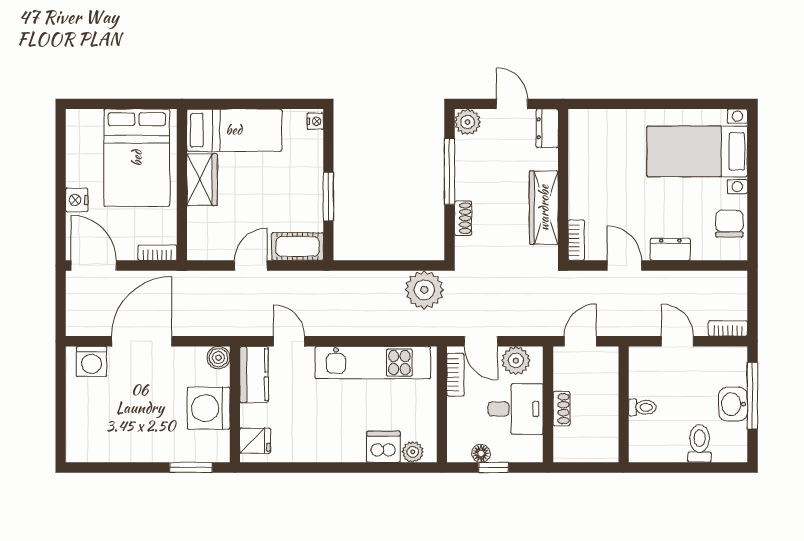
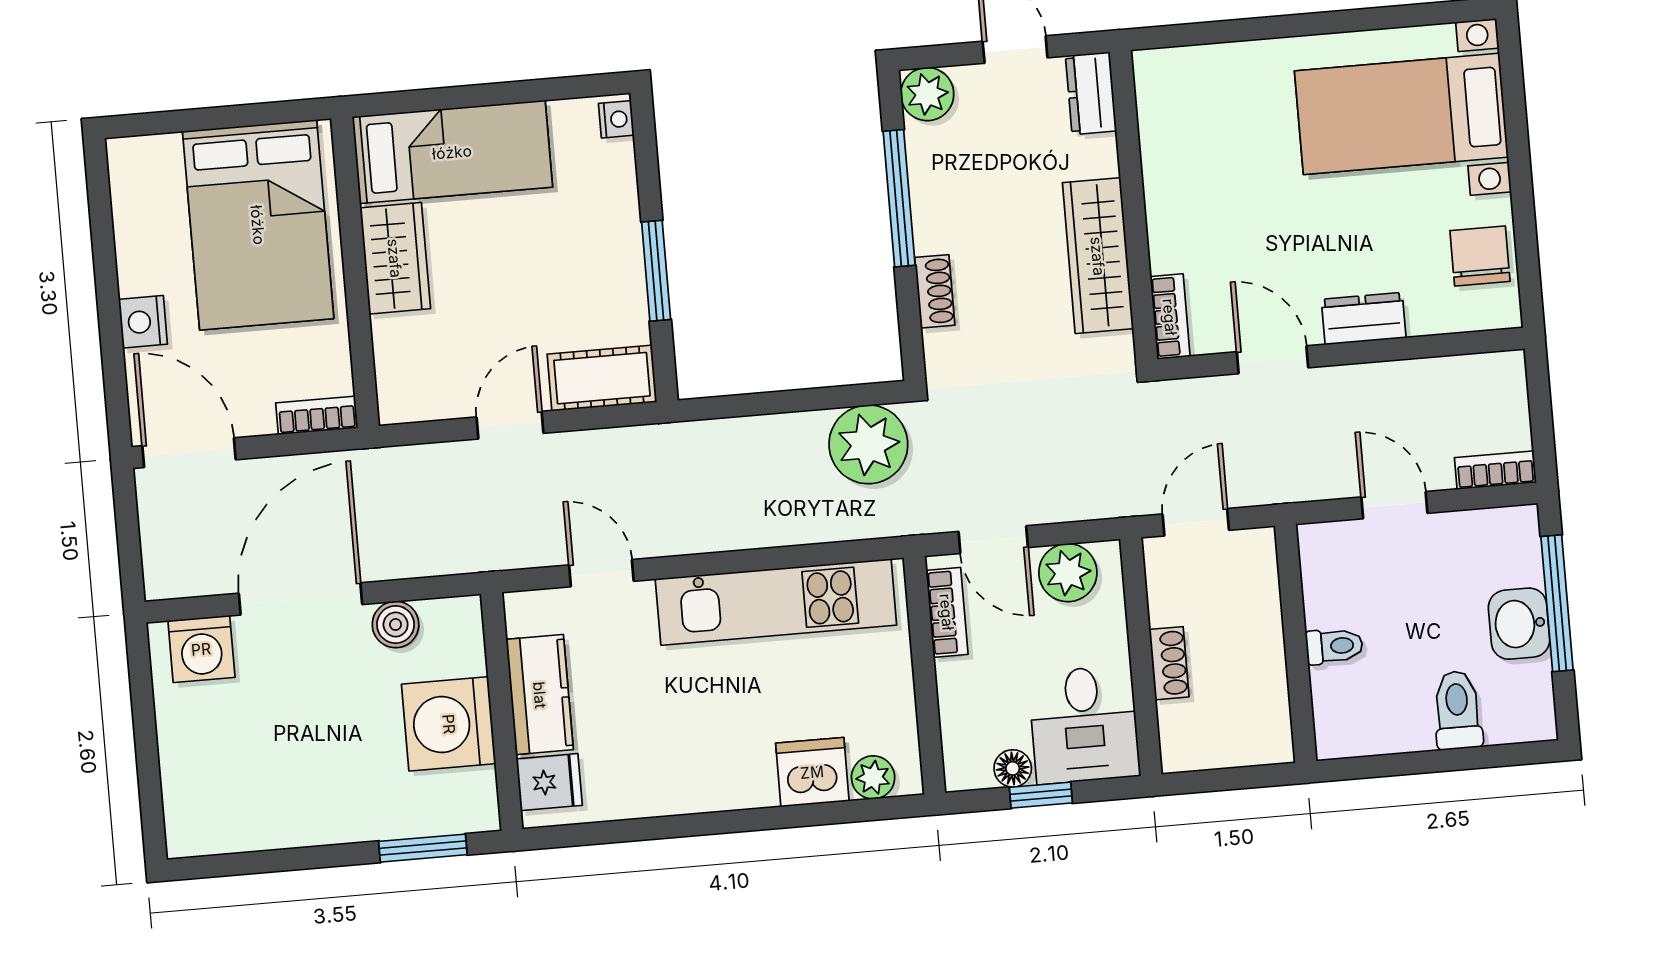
boiler: (218, 358) -> (396, 625), moved
kitchen counter: (254, 375) -> (540, 695), moved
desk: (515, 409) -> (1084, 725), moved, turned 90

